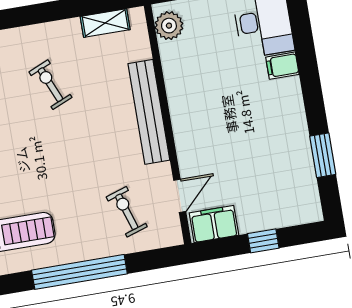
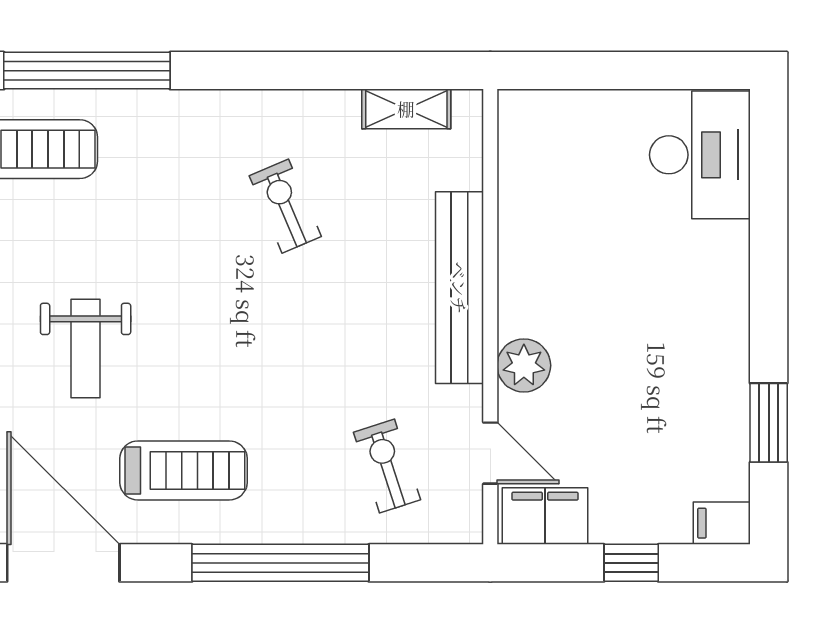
plant: (169, 26) -> (524, 365), moved
filing cabinet: (282, 66) -> (722, 523), moved
door: (180, 196) -> (490, 453), hinge flipped

